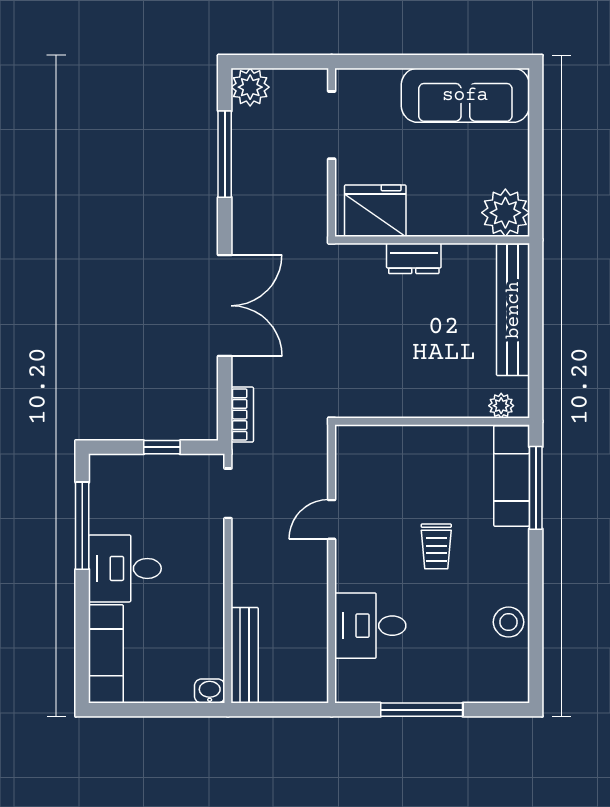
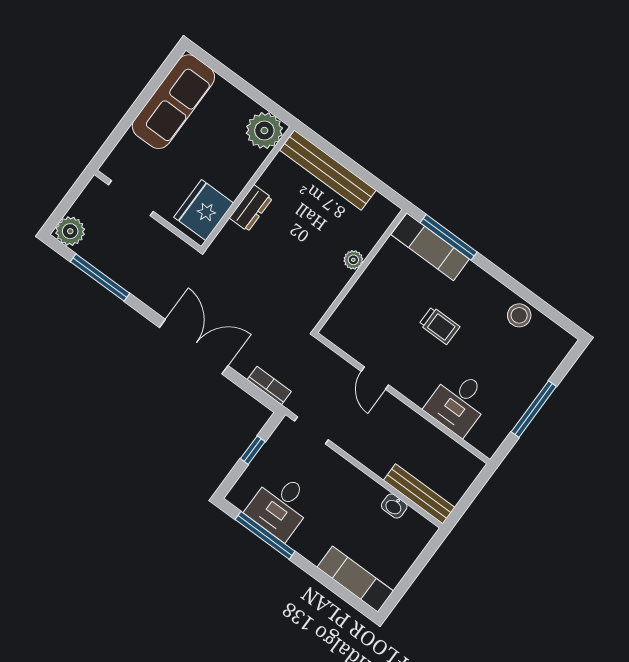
plant: (501, 406) -> (353, 260), moved
desk: (125, 568) -> (280, 506), moved
washbasin: (210, 691) -> (394, 506), moved, turned -90

